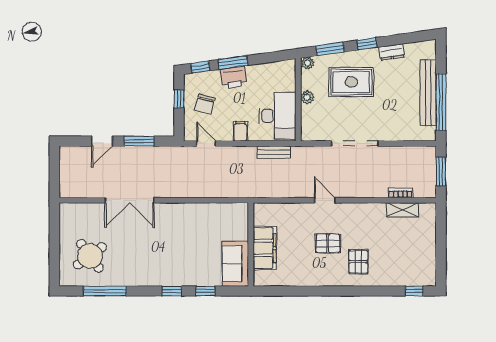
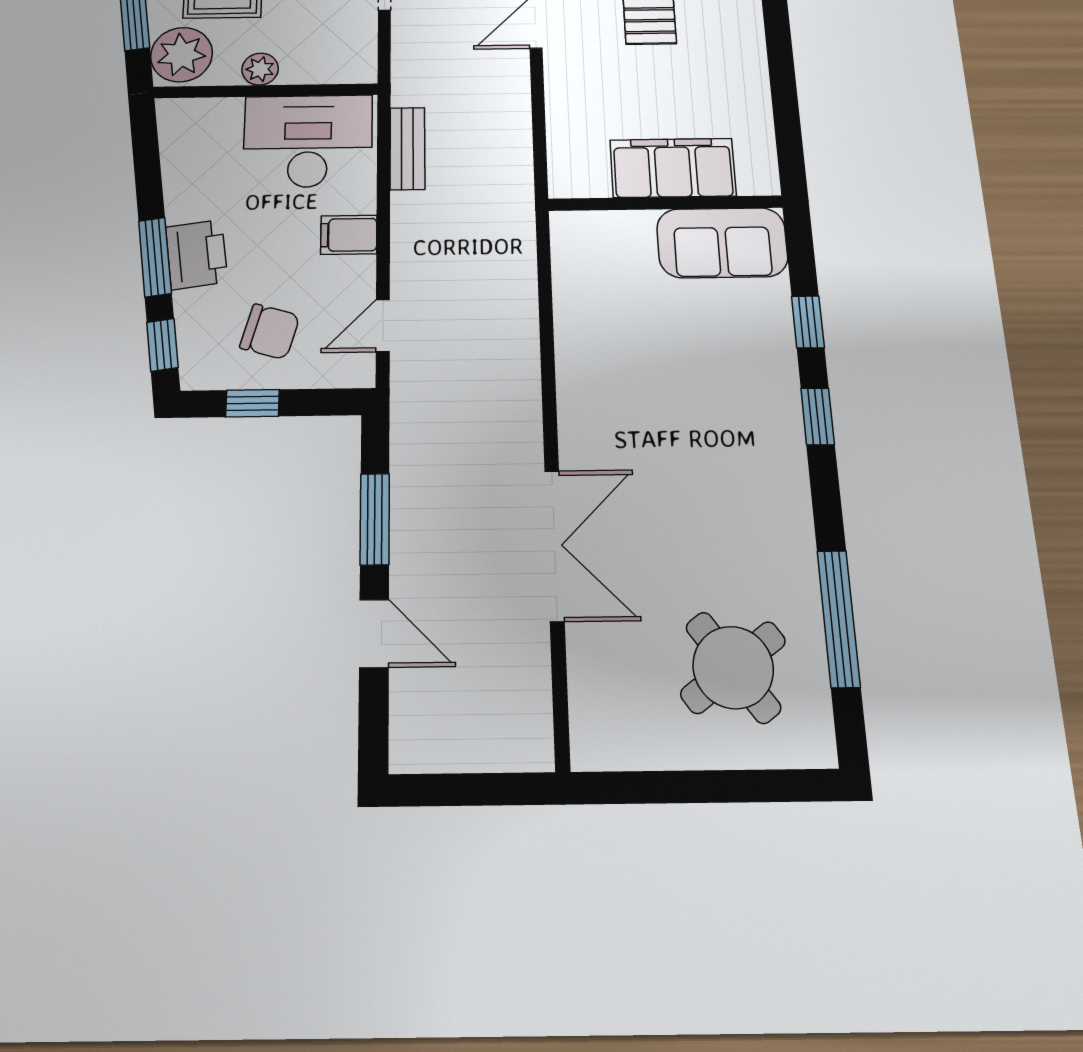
plant: (308, 63) -> (181, 55), width x1.87, depth x1.87

